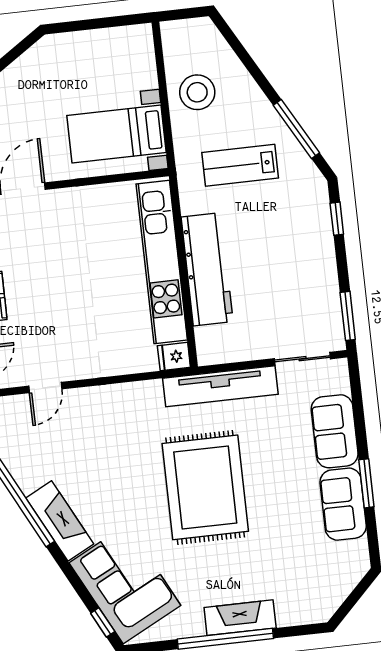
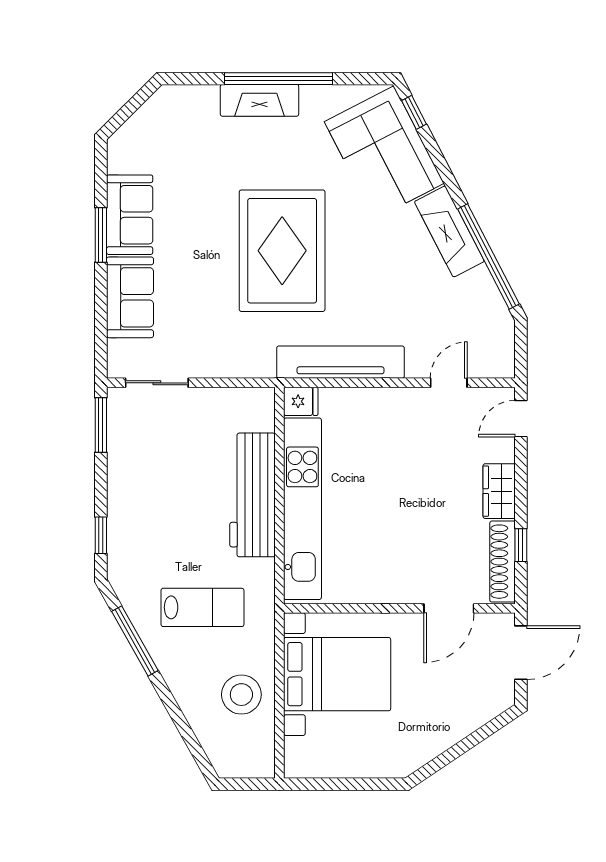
bed with nightstands: (116, 134) -> (337, 674), width x1.36
tv unit: (220, 386) -> (340, 362), moved

